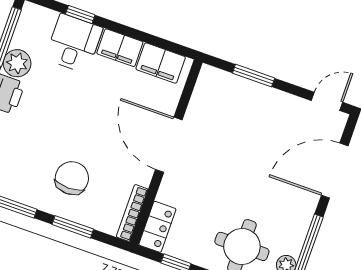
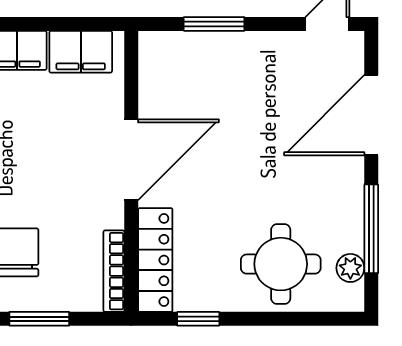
door: (169, 145) -> (131, 160), swing flipped
locker: (157, 227) -> (155, 260), width x1.53

